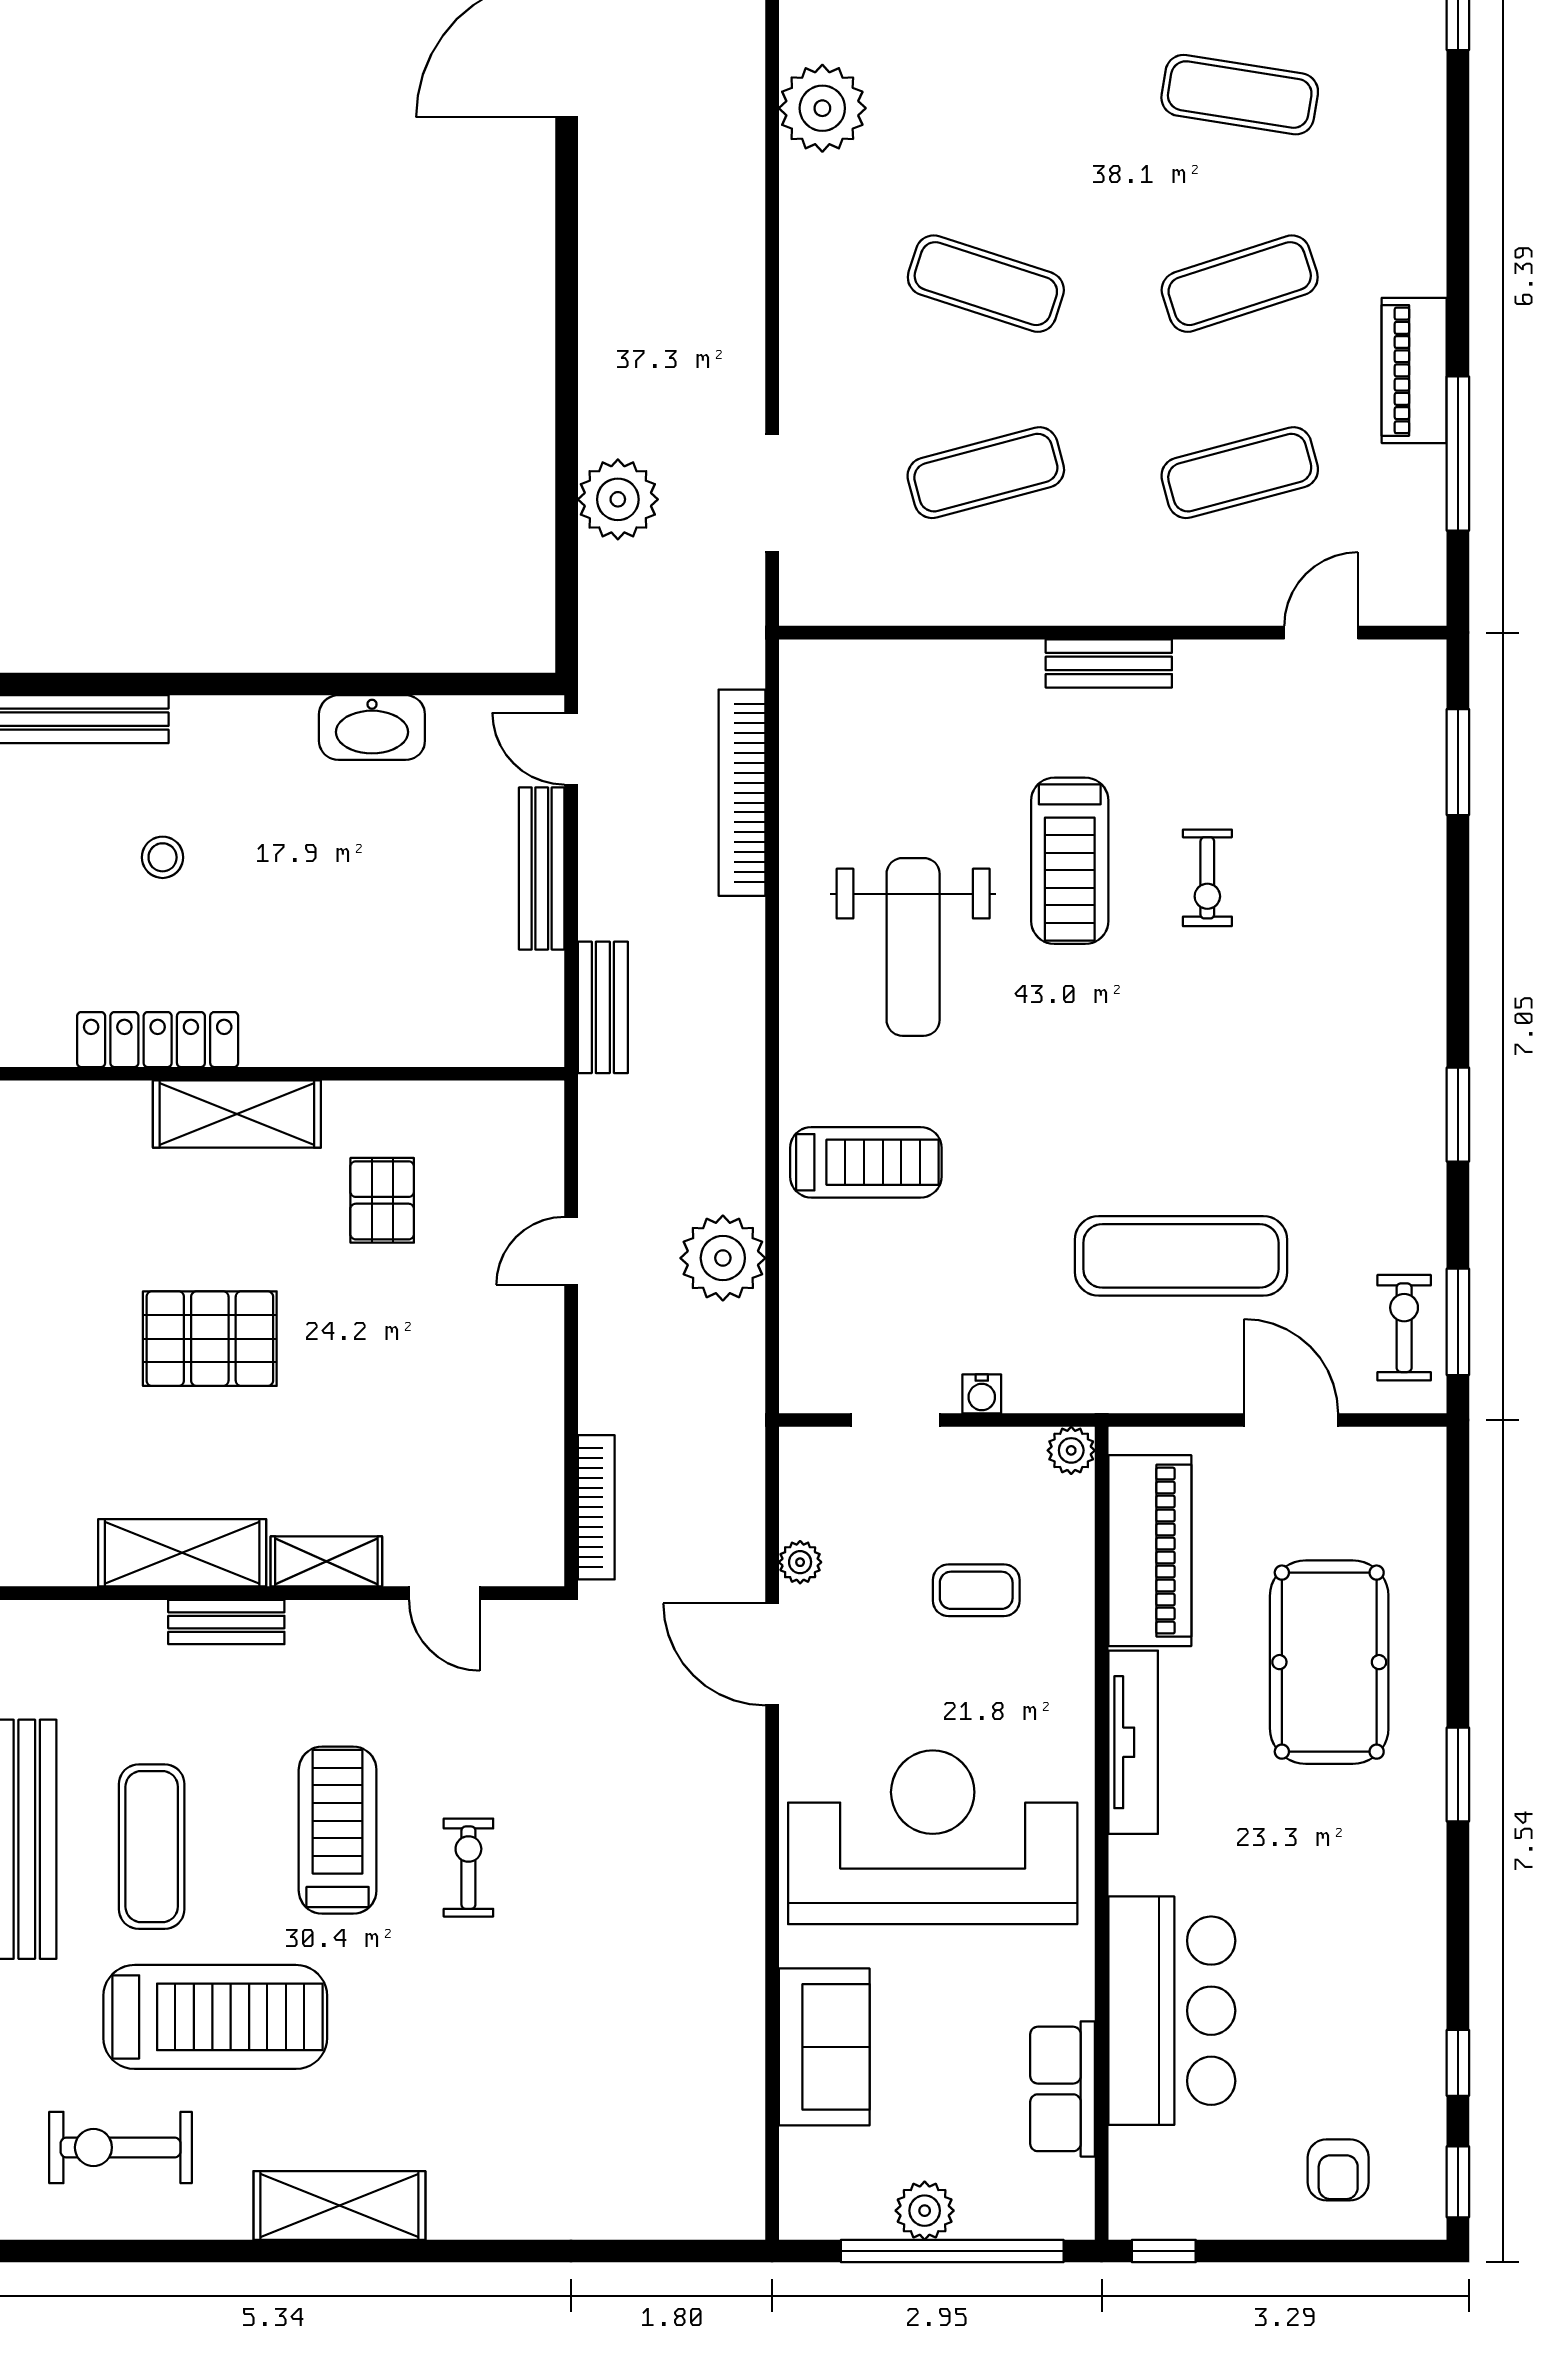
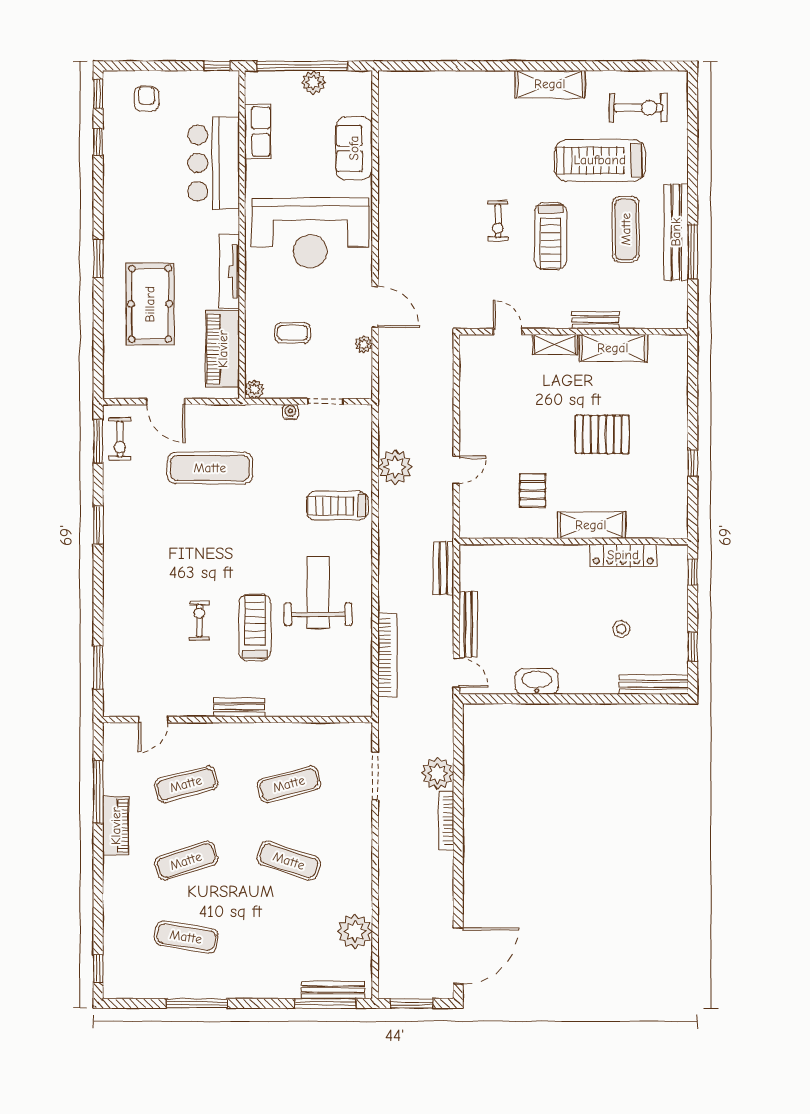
bookcase: (596, 1507) -> (446, 821), moved

